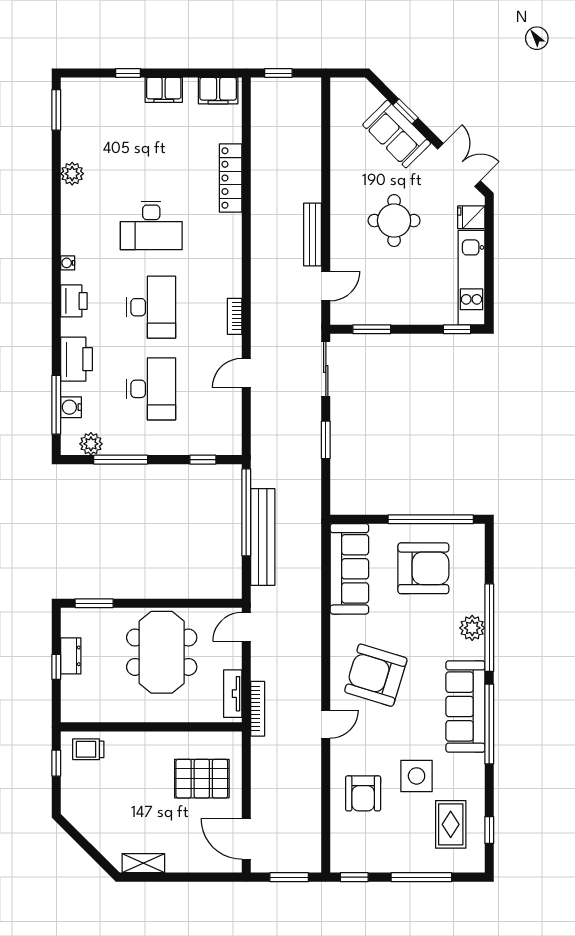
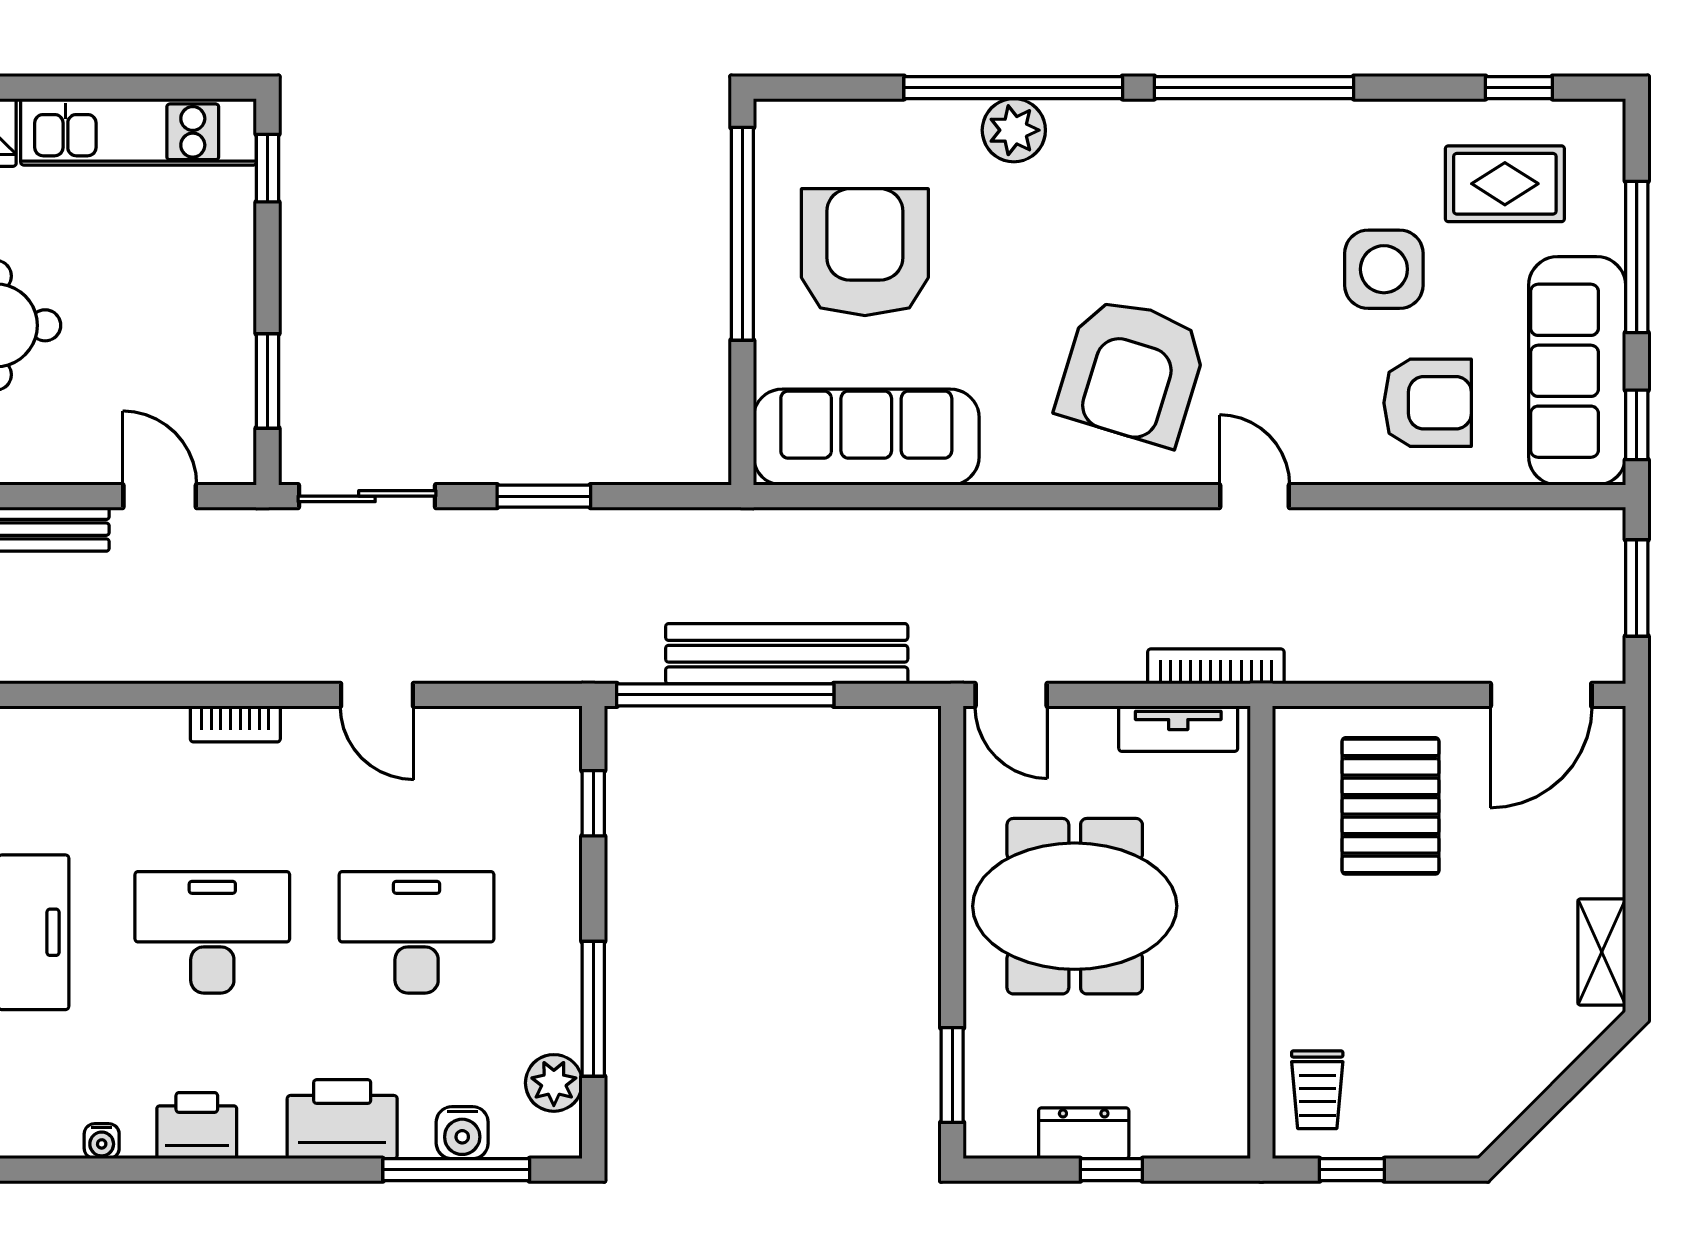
sofa: (465, 707) -> (1577, 371), moved, turned 90

